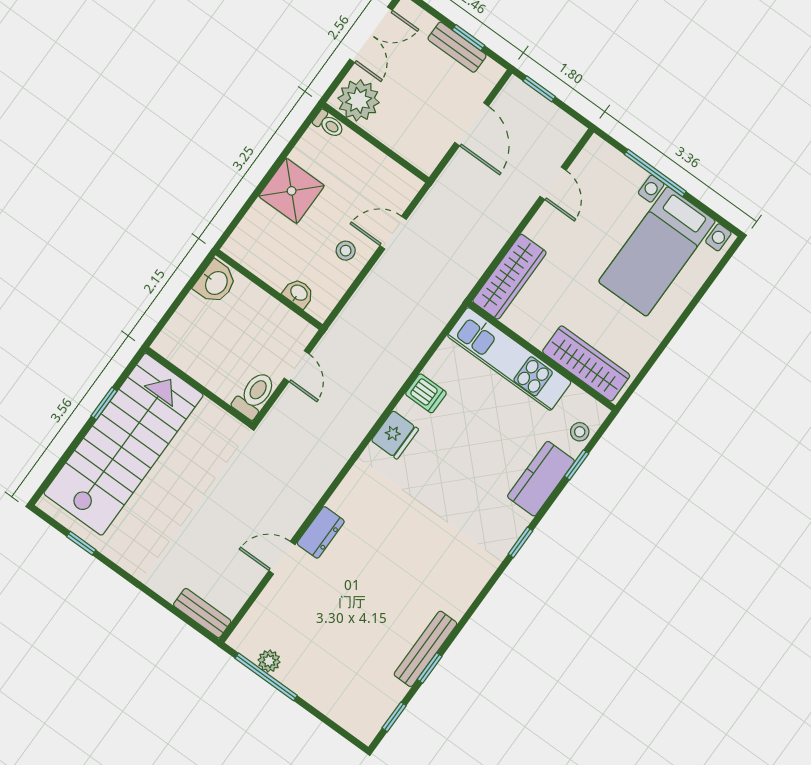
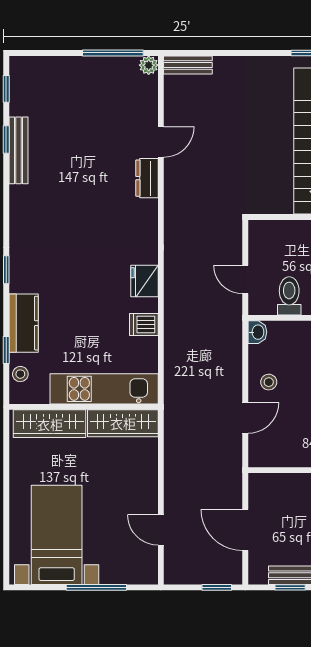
wardrobe: (509, 277) -> (123, 423), moved, turned -90
washbasin: (299, 293) -> (257, 332), moved, turned -90
toilet: (254, 395) -> (289, 296), moved, turned 180
plant: (269, 661) -> (149, 65), moved

